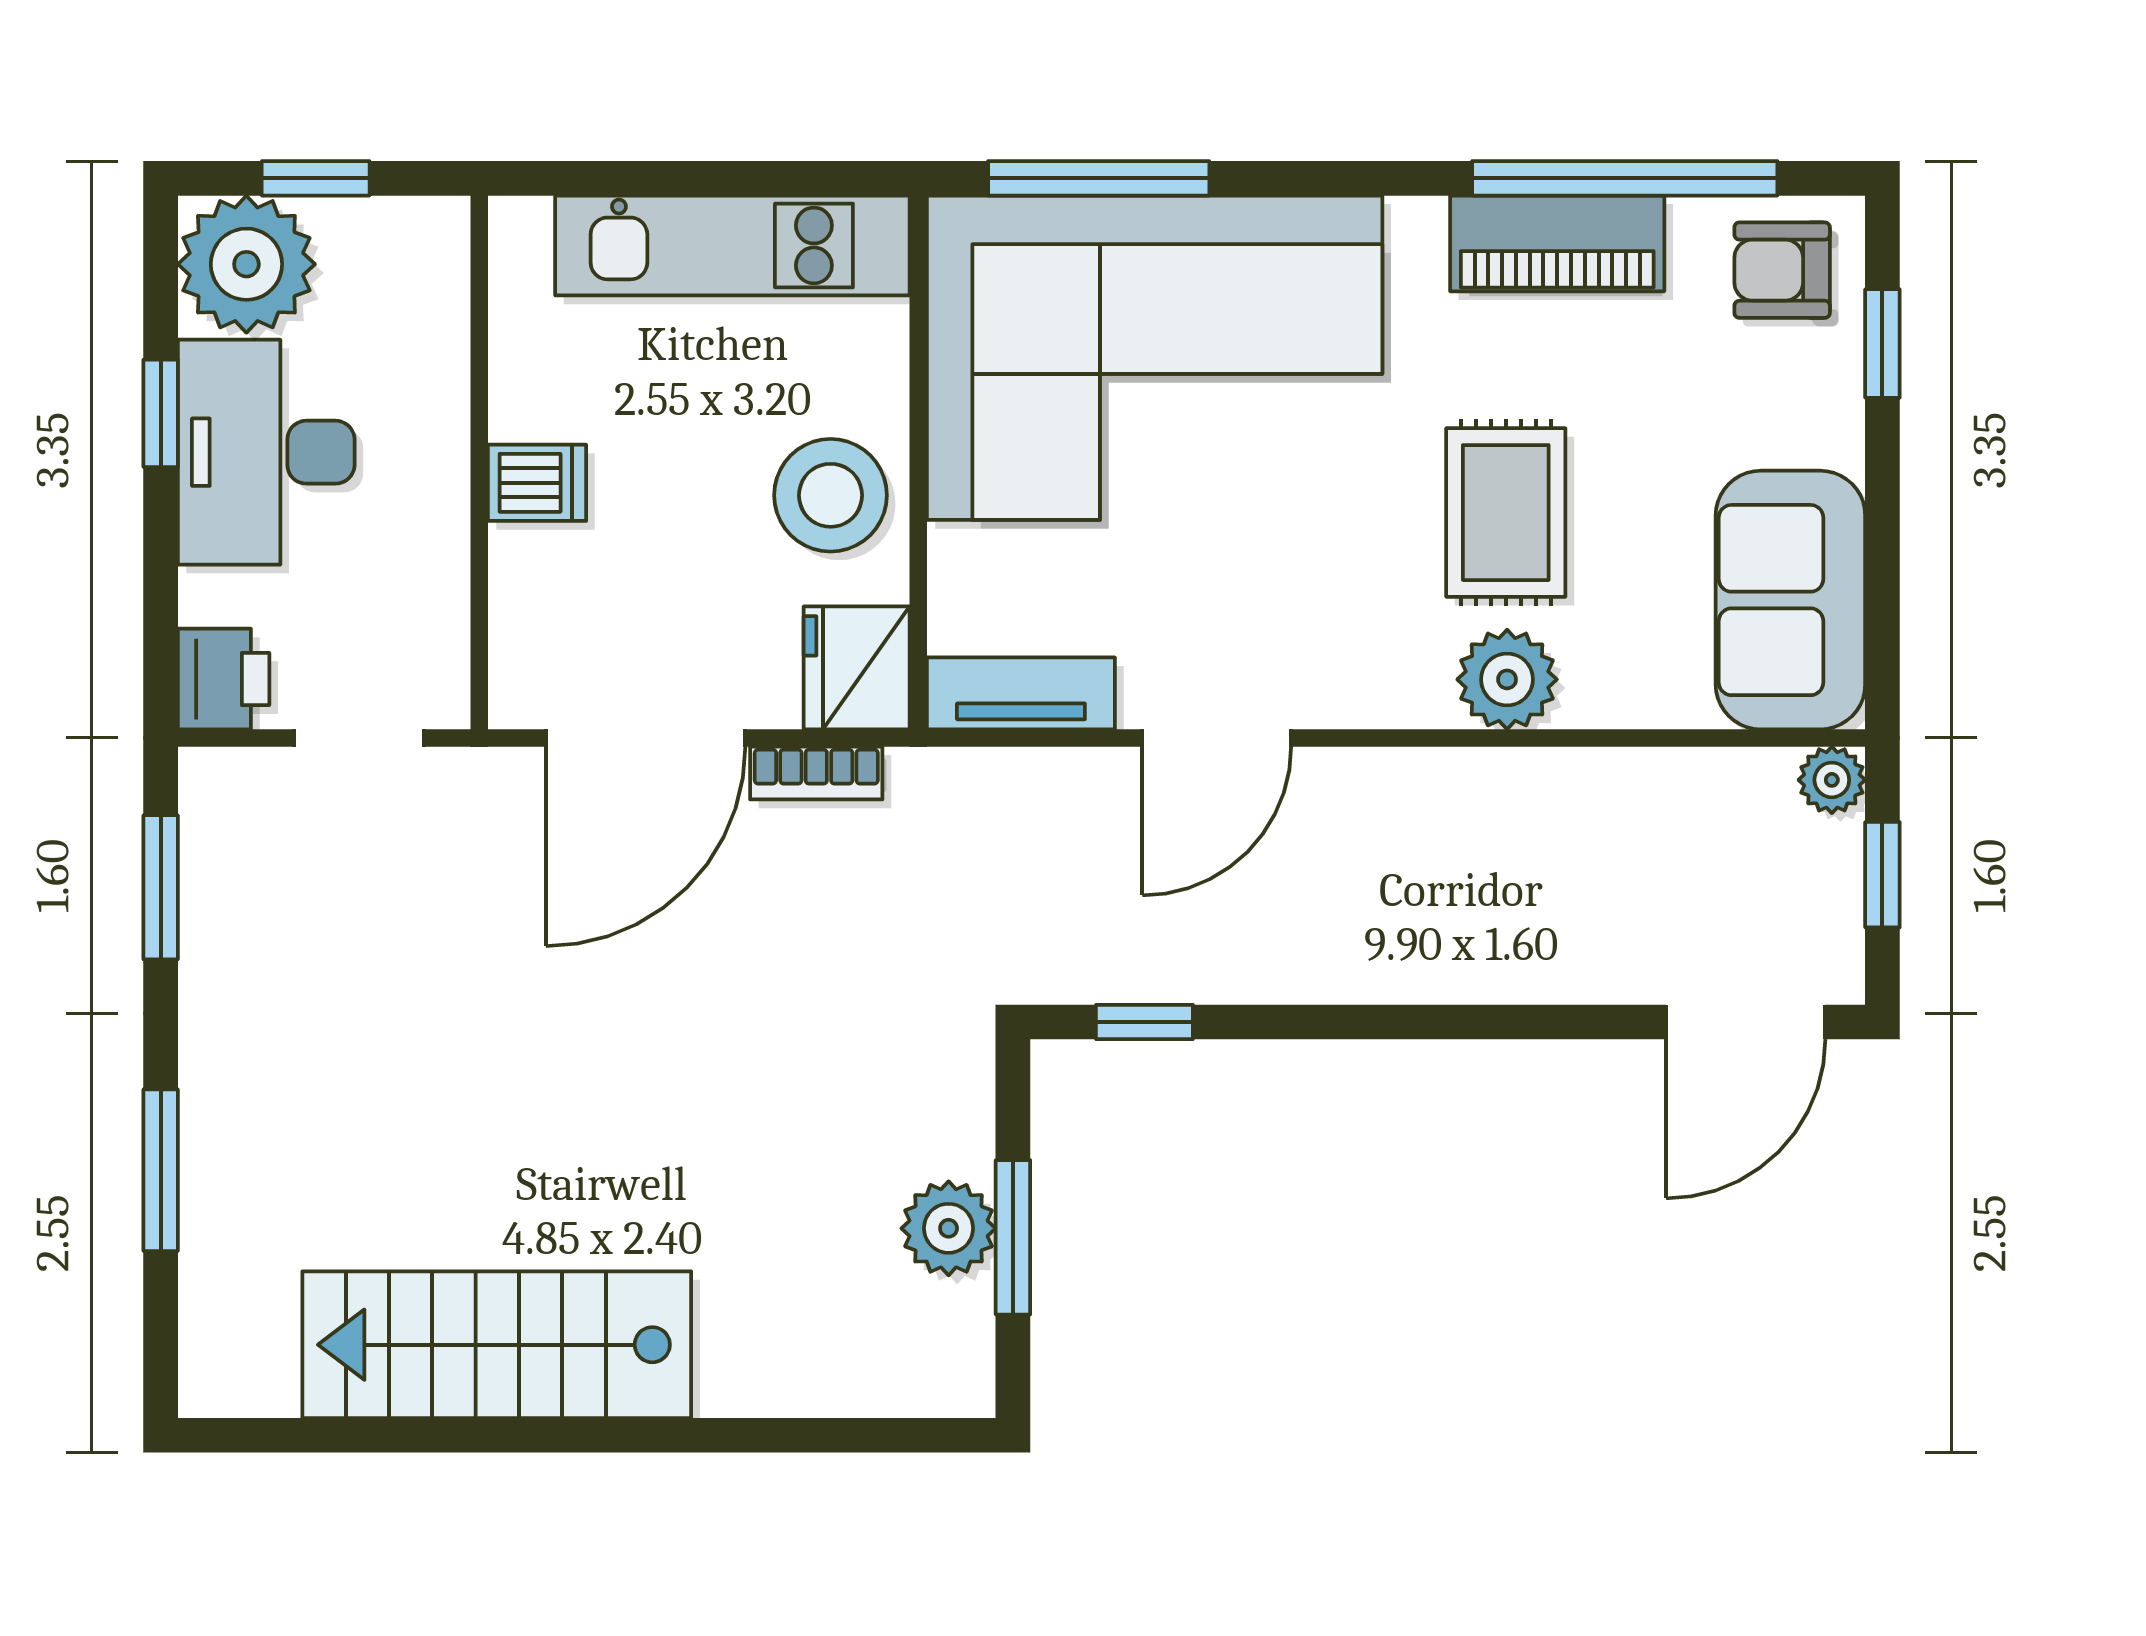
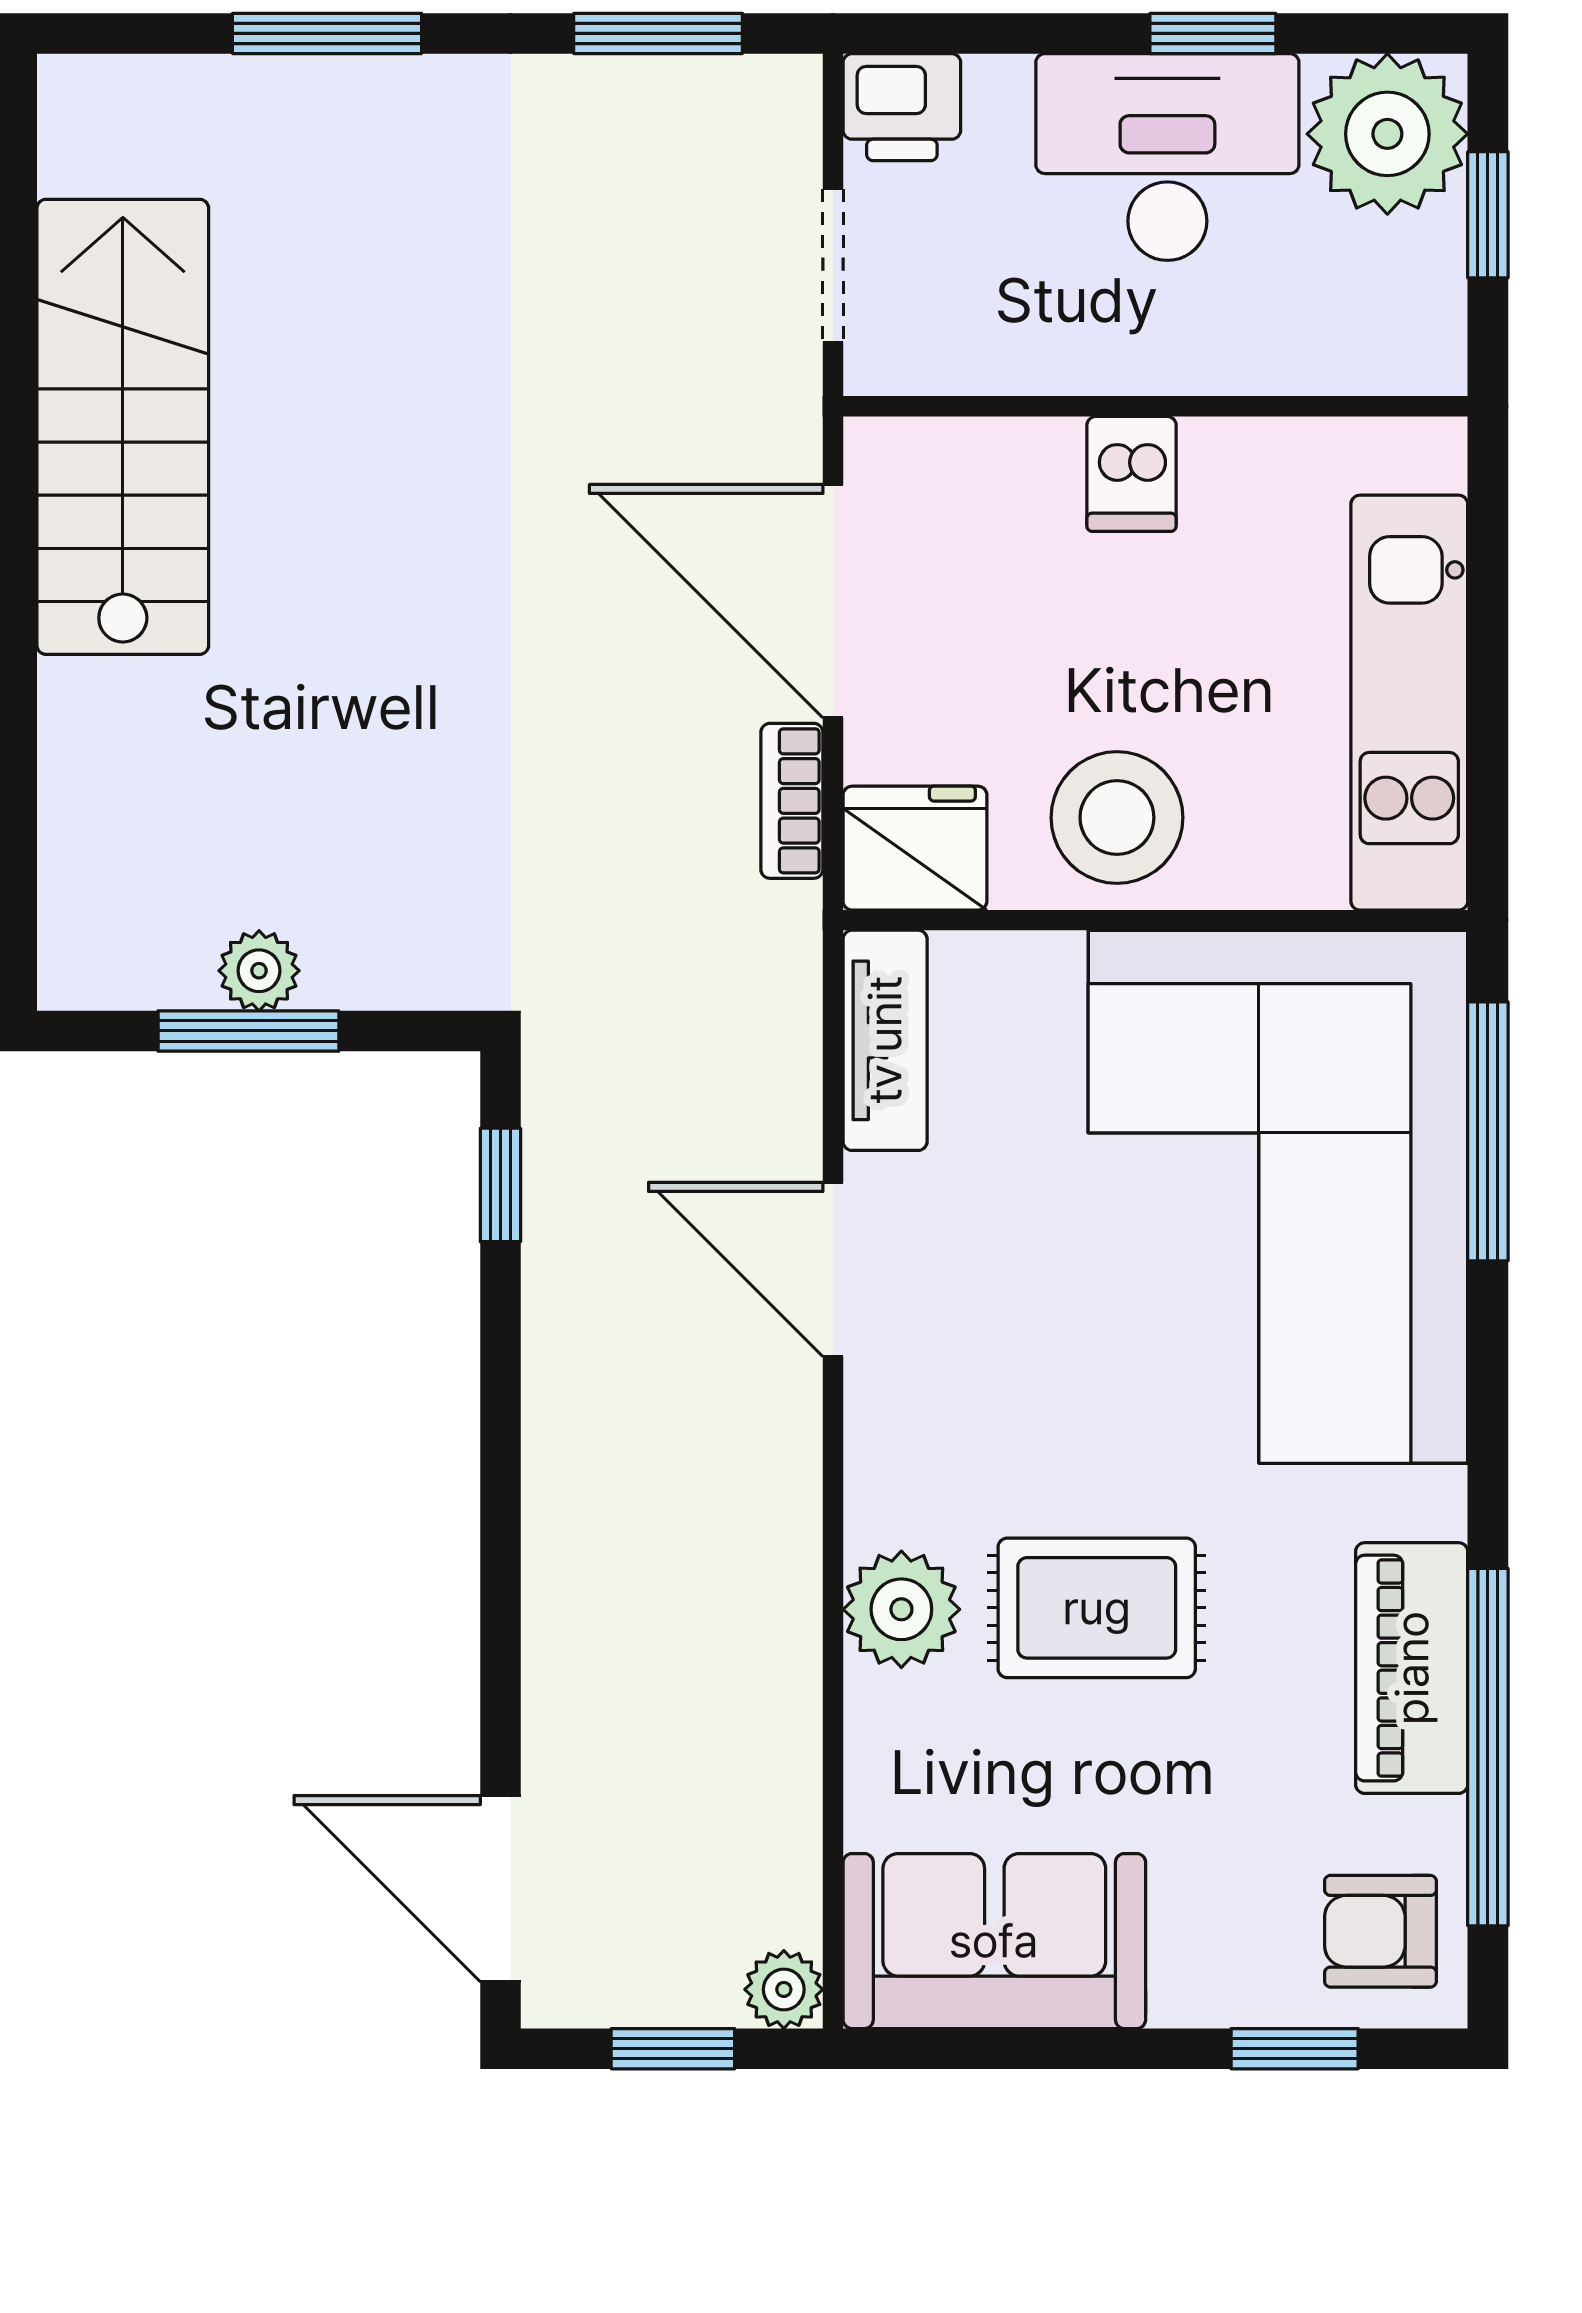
armchair: (1782, 270) -> (1380, 1931), turned -90
plant: (949, 1228) -> (259, 971), width x0.73, depth x0.73

